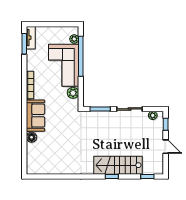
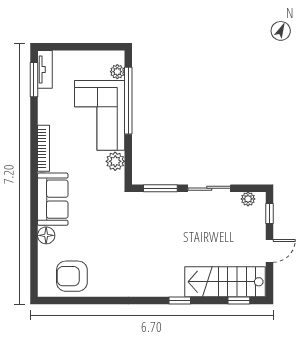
door: (166, 147) -> (270, 251), hinge flipped
armchair: (47, 162) -> (72, 276), added
stairs: (118, 165) -> (225, 282), moved

